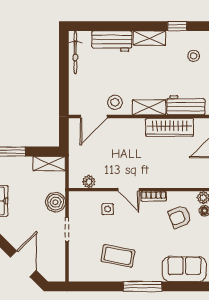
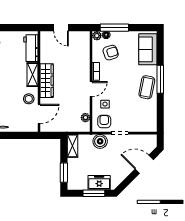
door: (94, 117) -> (39, 114), hinge flipped
wardrobe: (170, 127) -> (47, 81), moved
armchair: (83, 208) -> (104, 121), added
armchair: (180, 217) -> (111, 53), turned -87
coffee table: (118, 256) -> (147, 87), moved

